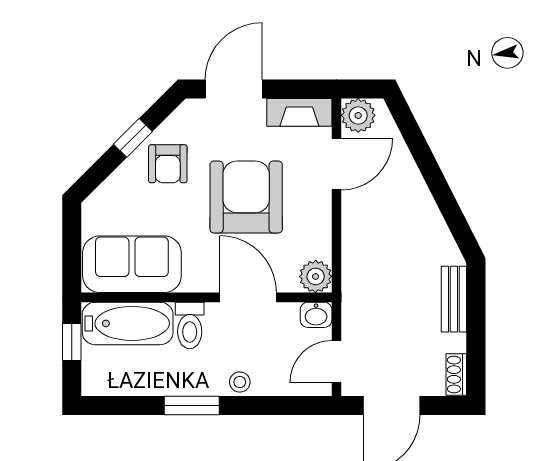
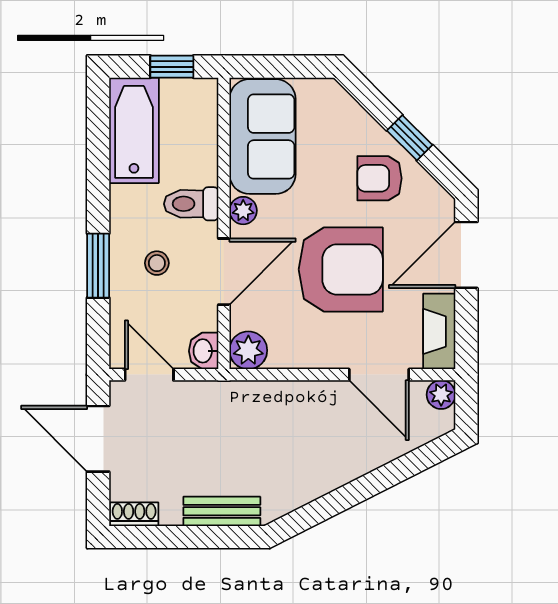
door: (234, 89) -> (466, 255), swing flipped
plant: (358, 115) -> (441, 395), width x0.73, depth x0.73
plant: (195, 281) -> (243, 211), added
bathtub: (128, 323) -> (134, 130), moved, turned 180
stool: (240, 382) -> (157, 263), moved
window: (192, 405) -> (98, 266), moved

